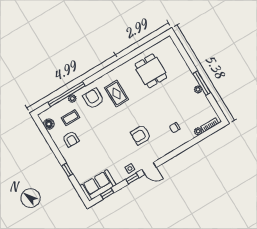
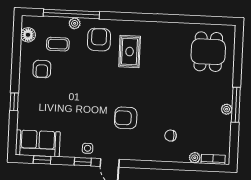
dining table: (151, 71) -> (208, 52), moved

